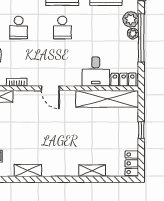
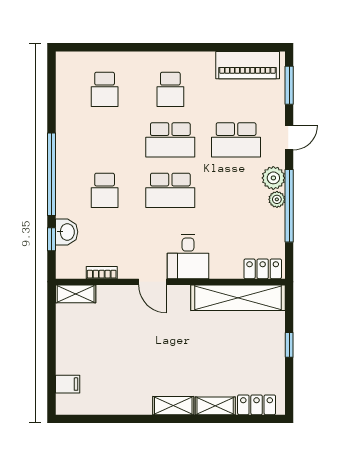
school desk: (62, 28) -> (170, 190), width x1.85
desk: (96, 72) -> (188, 257), moved
locker: (132, 163) -> (257, 405), moved, turned 90
shelving: (28, 170) -> (173, 406), moved

